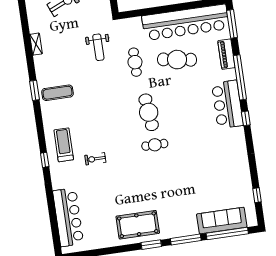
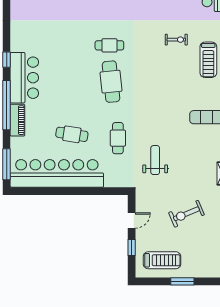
piano: (226, 54) -> (17, 120), moved
cafe table: (177, 60) -> (72, 134), width x0.73, depth x0.74

